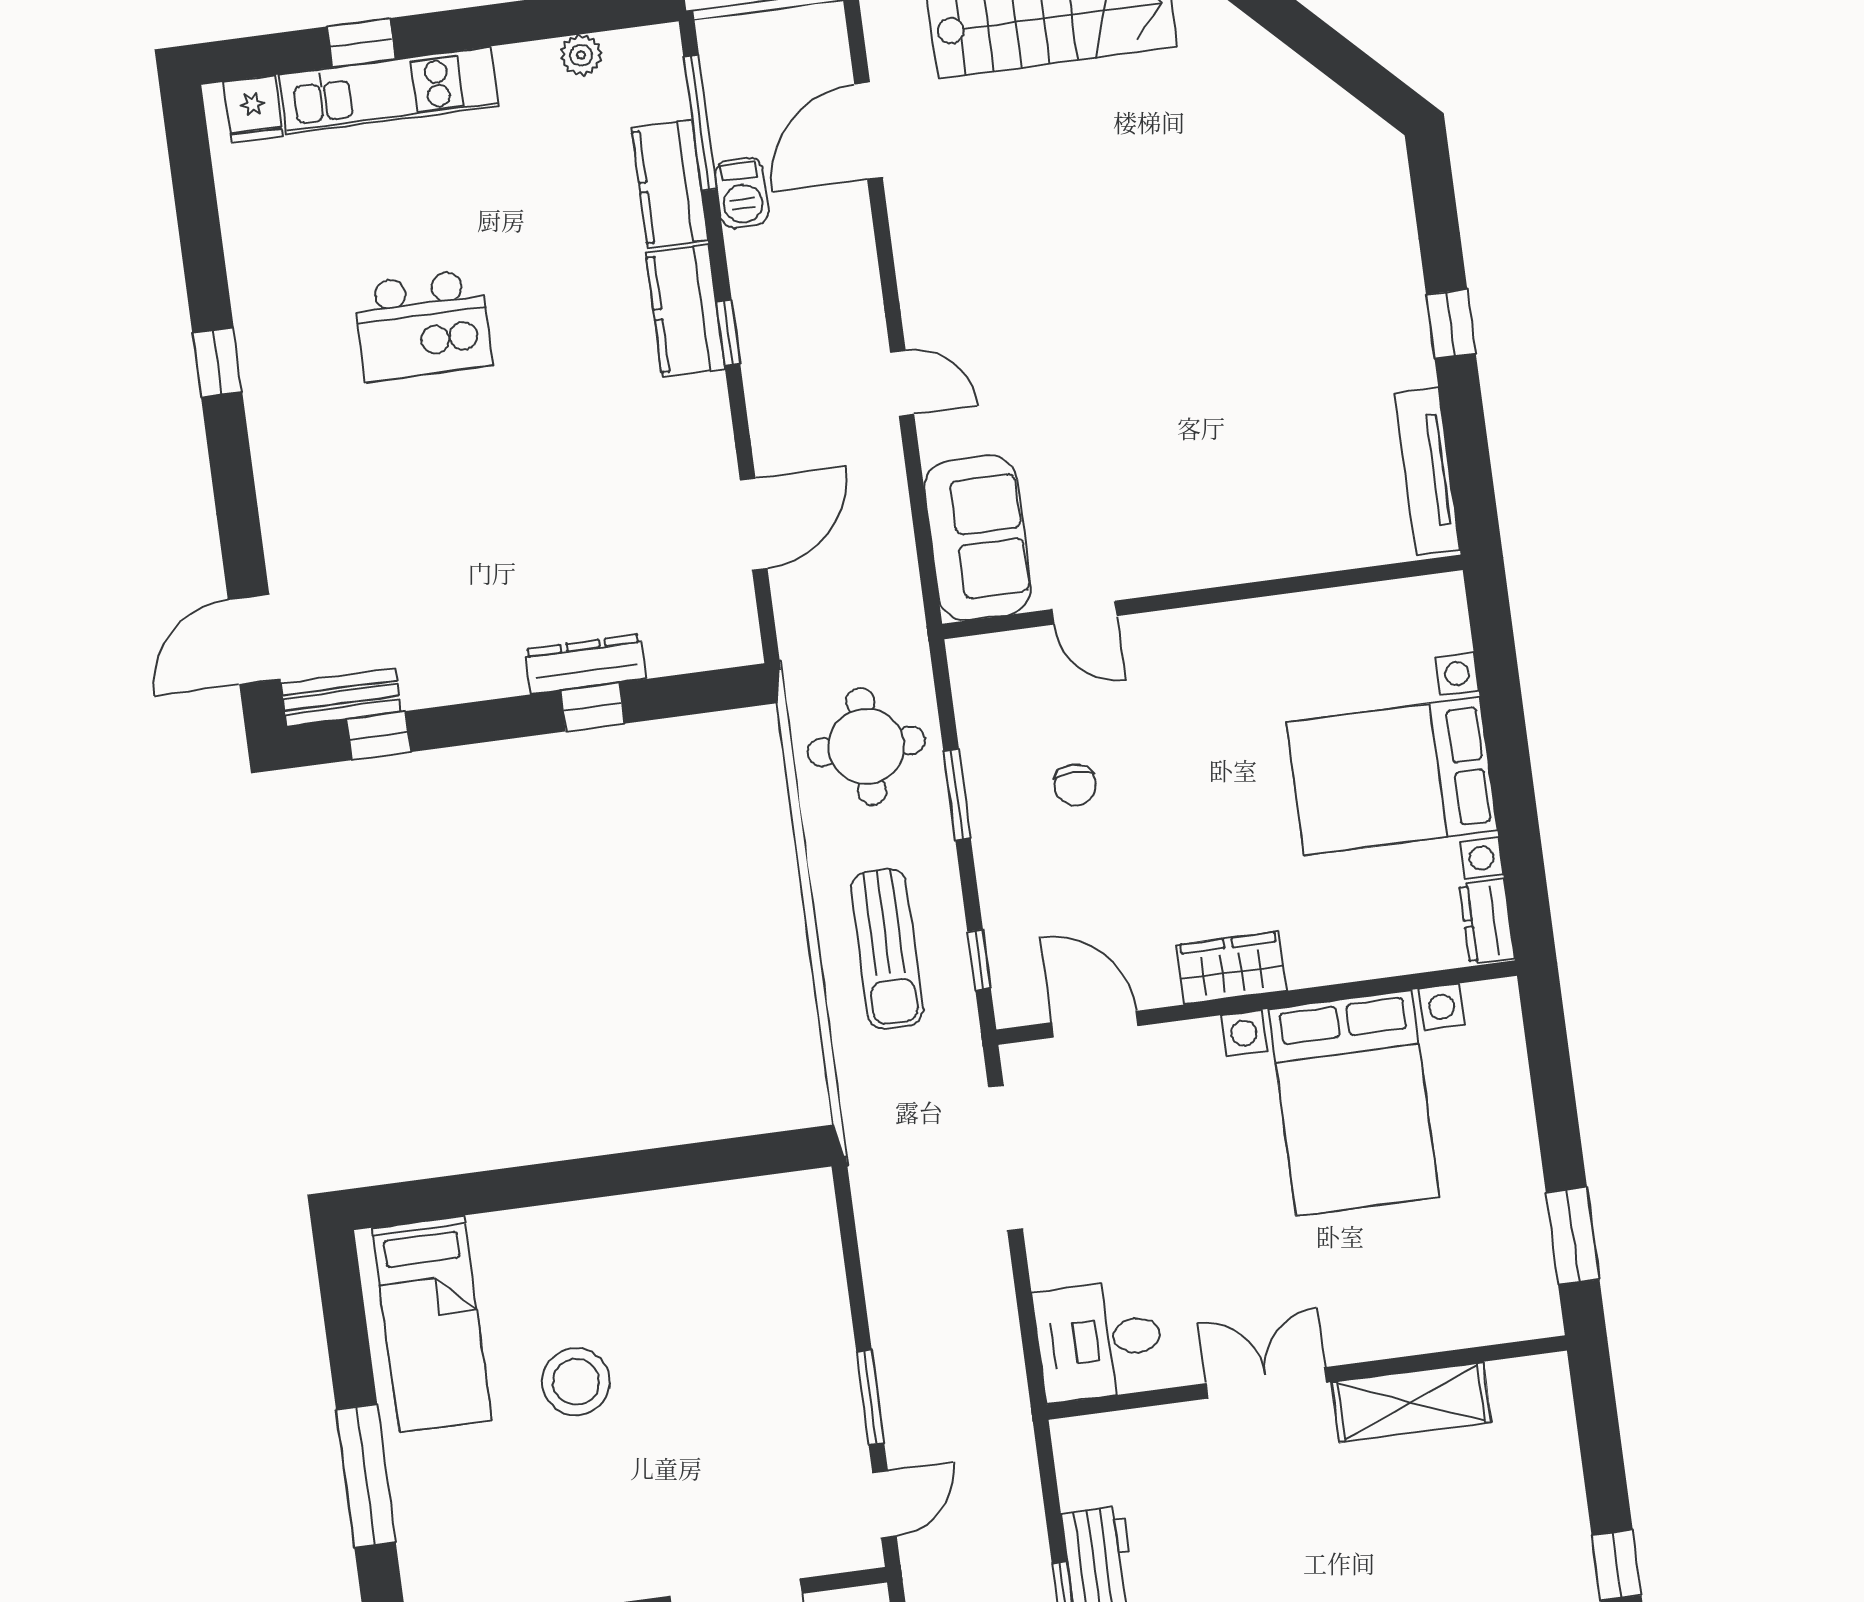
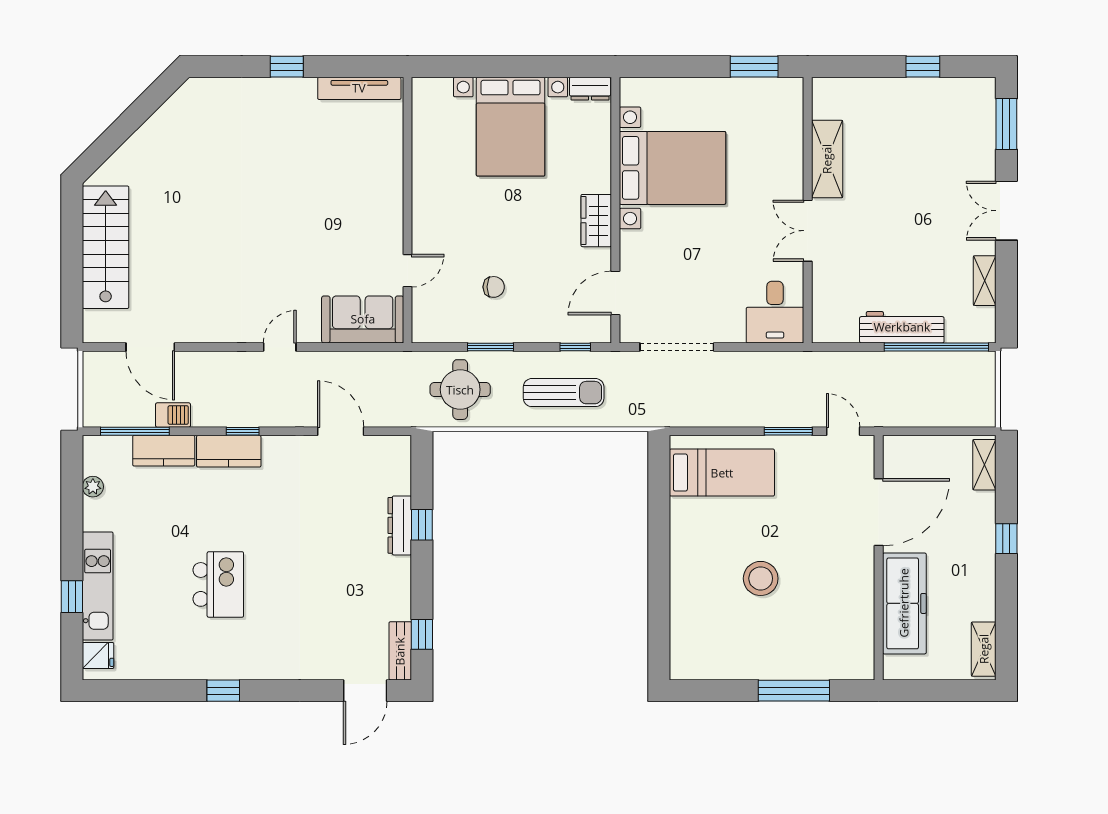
door: (254, 639) -> (365, 691), hinge flipped
bed: (432, 1324) -> (722, 473), moved

